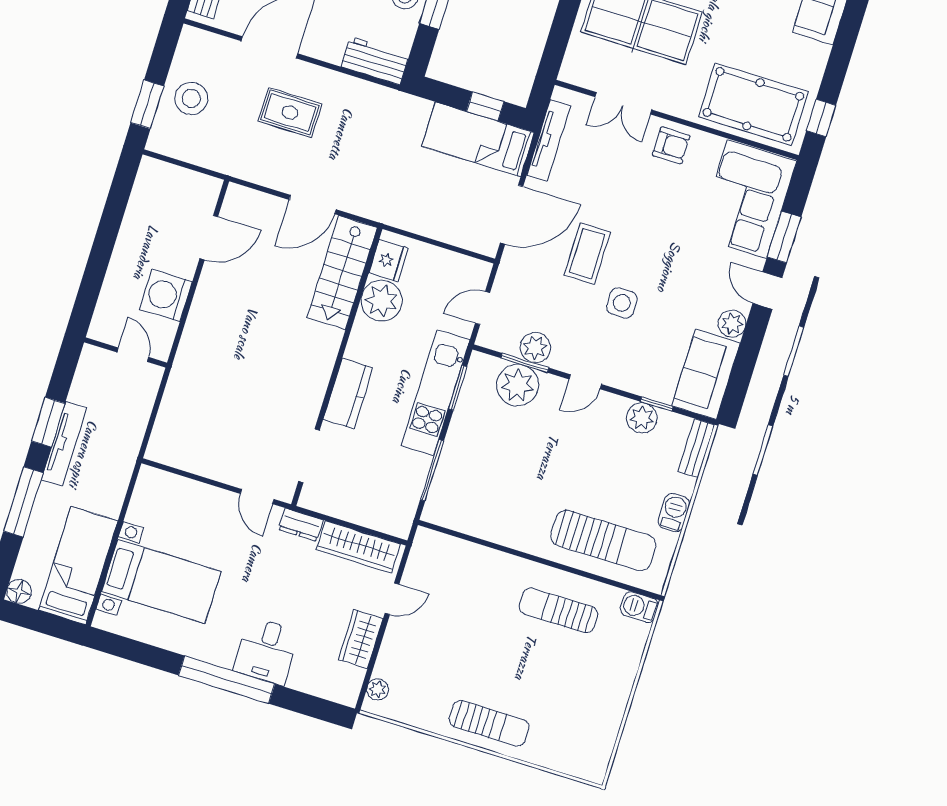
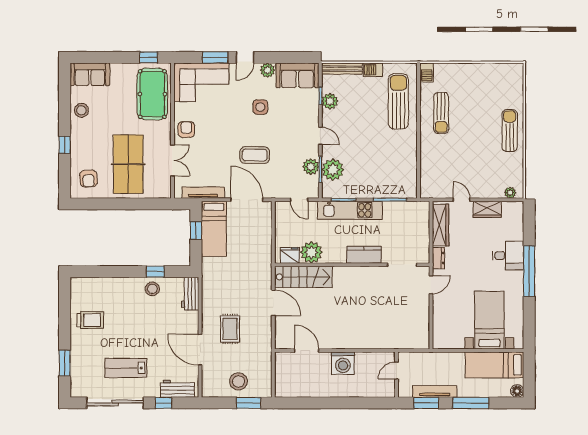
side table: (622, 303) -> (260, 107), moved
wall: (126, 352) -> (396, 375), moved
door: (133, 355) -> (396, 371), moved
bench: (696, 448) -> (342, 69), width x1.36

